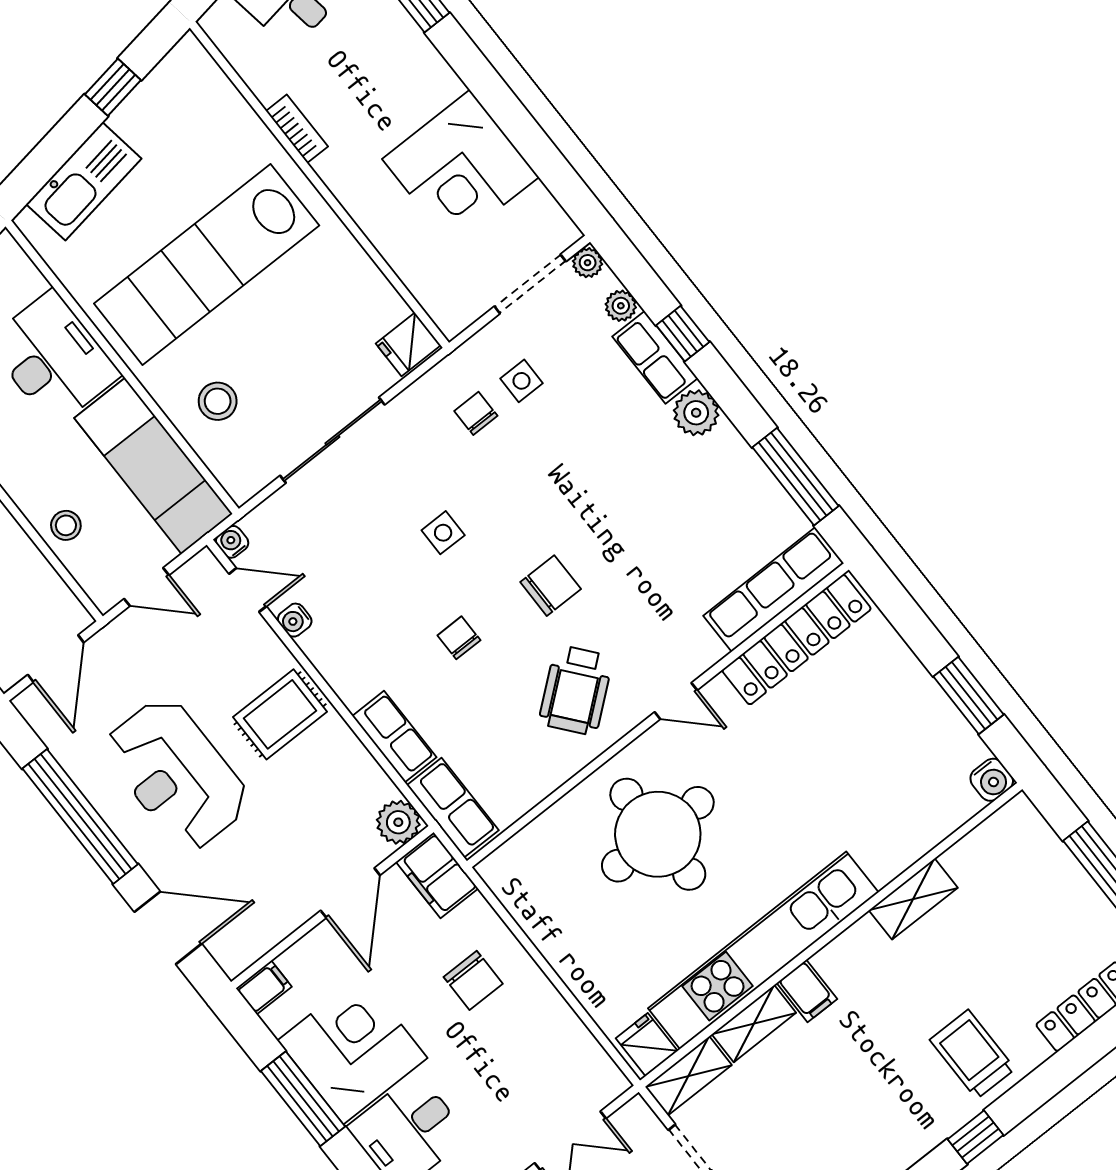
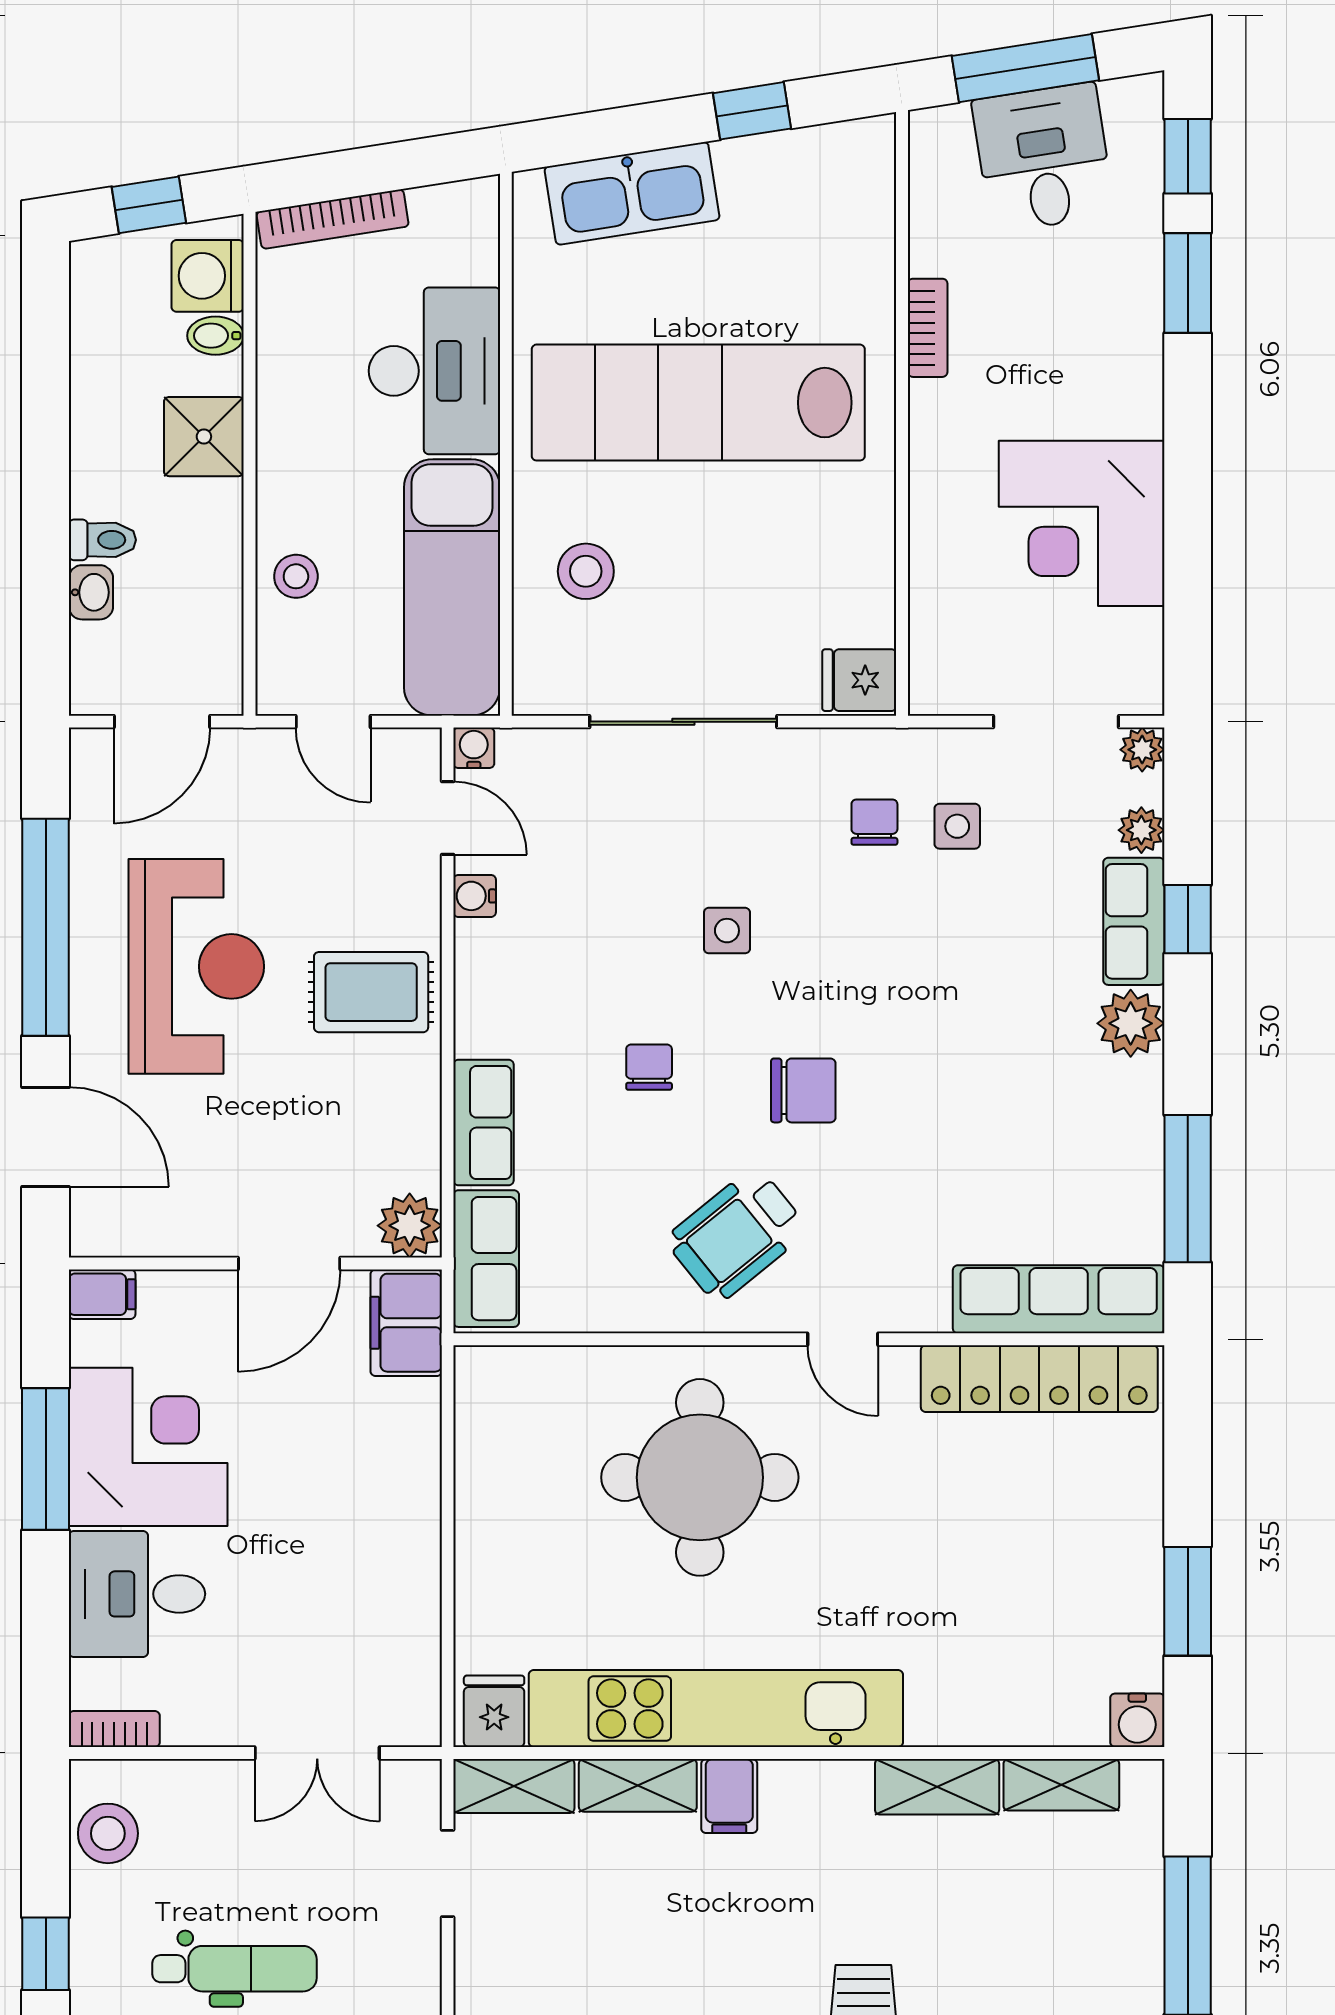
reception desk: (177, 774) -> (196, 966), turned 180
shelving: (978, 846) -> (1061, 1785), added
chair: (473, 980) -> (352, 1478), removed

